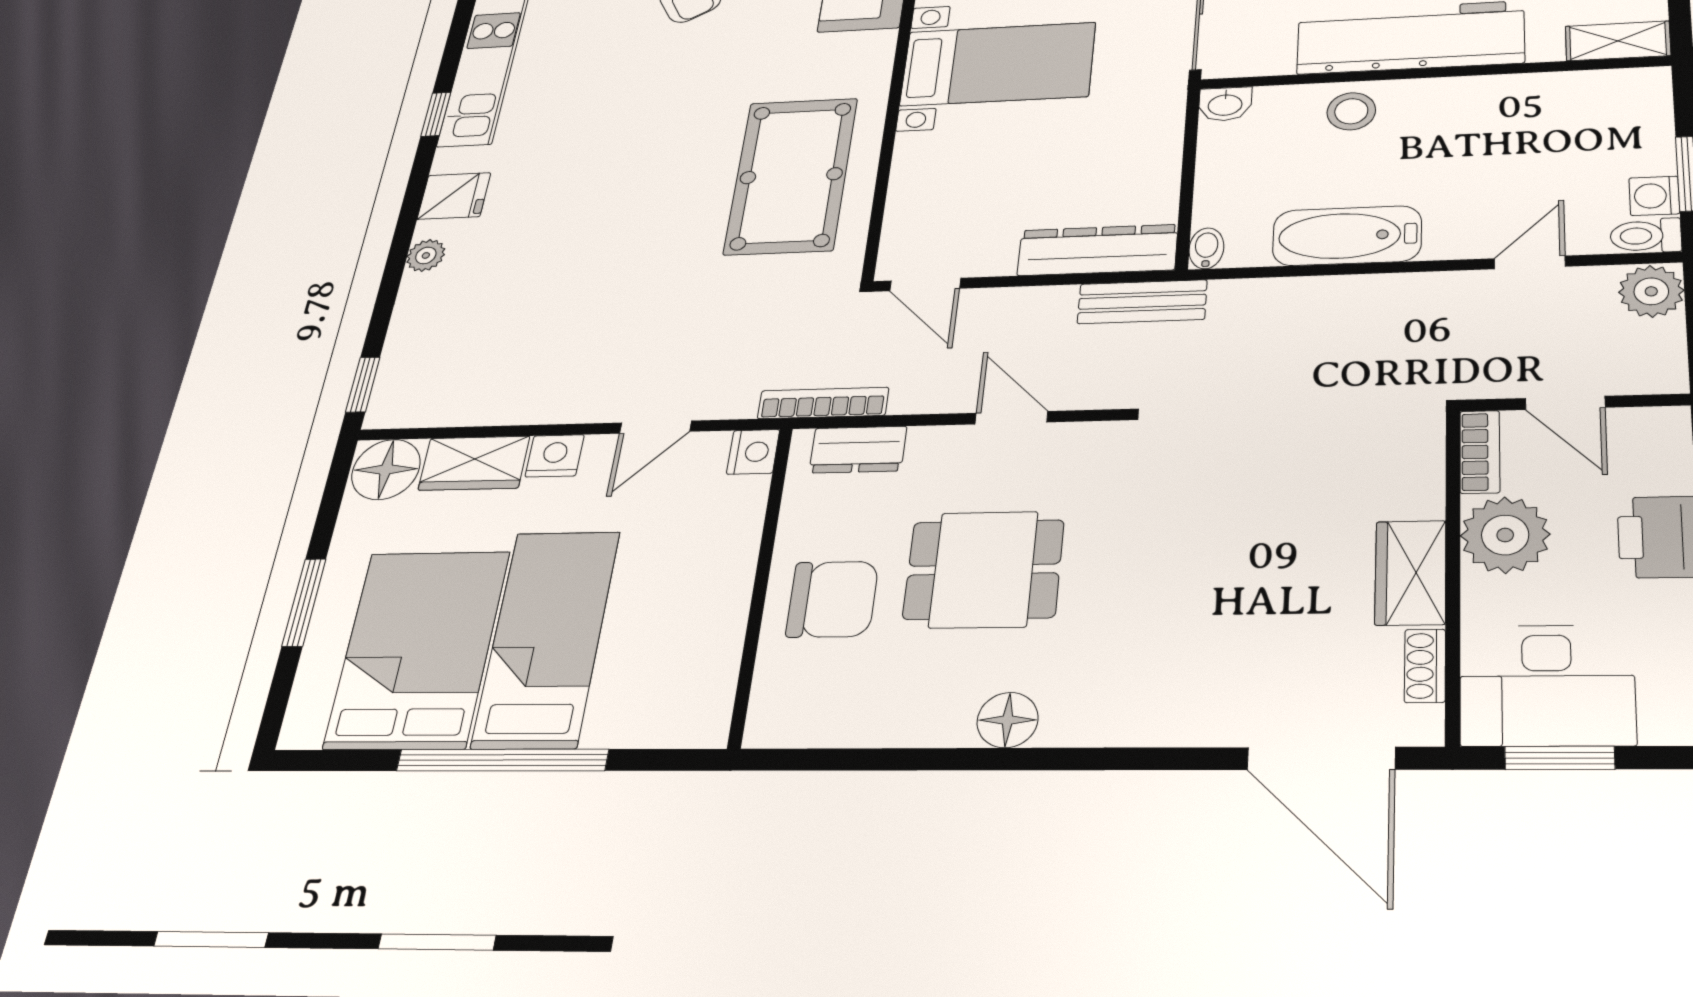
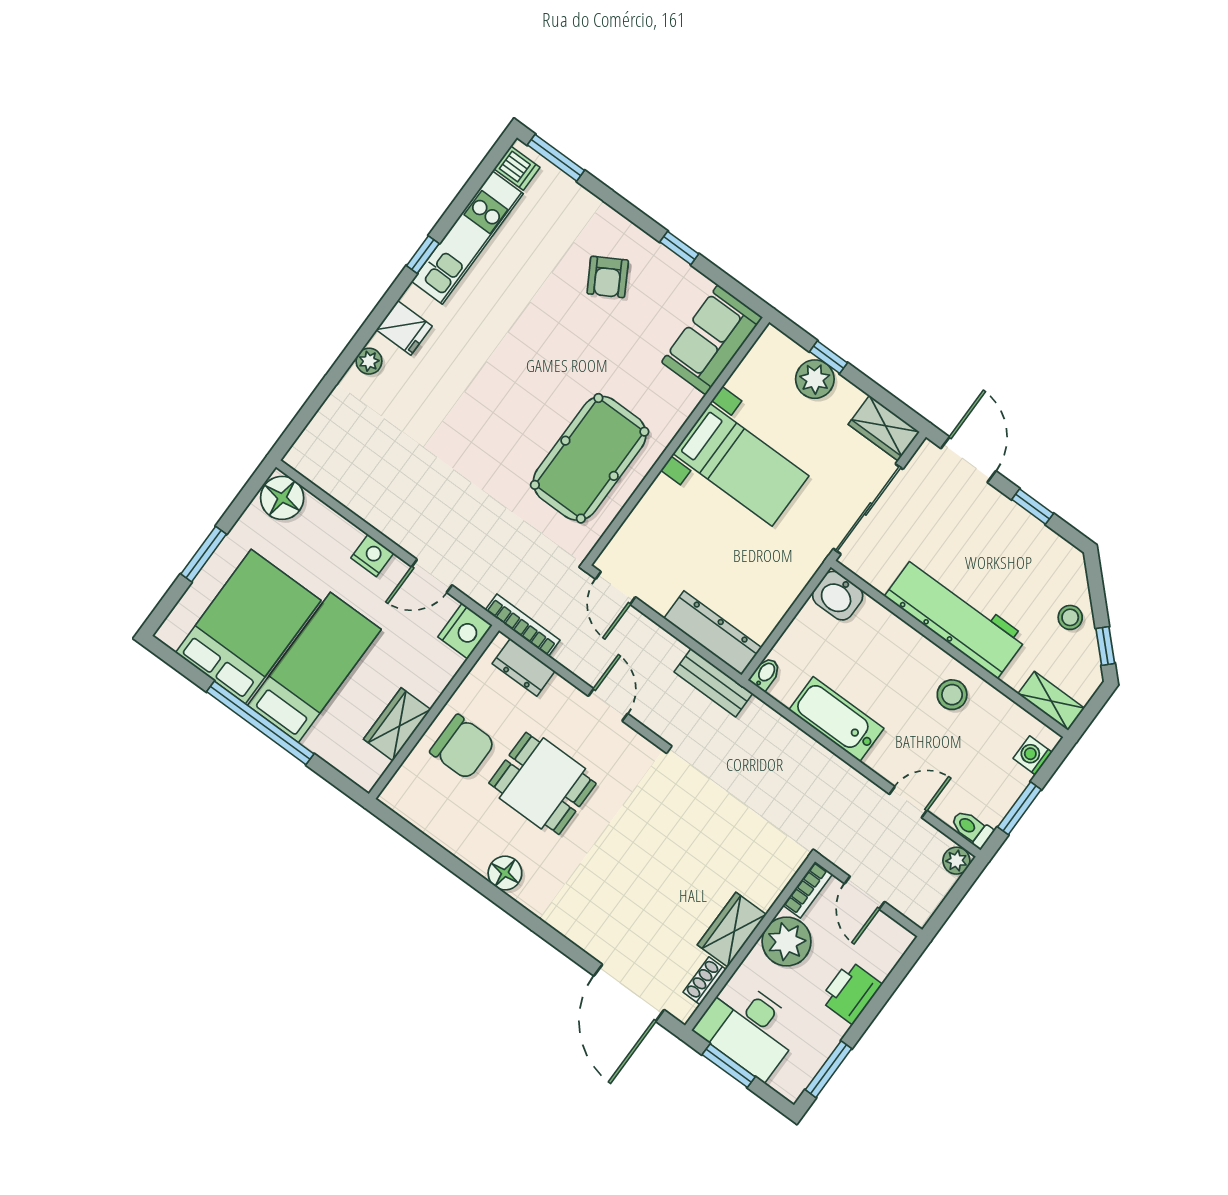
washbasin: (1225, 104) -> (838, 596), width x1.38, depth x1.45
stool: (1351, 111) -> (952, 695), moved
washing machine: (1654, 196) -> (1033, 755), moved
plant: (1651, 291) -> (956, 861), width x0.73, depth x0.73
window: (363, 385) -> (295, 429), removed
nightstand: (753, 452) -> (465, 631), width x1.36, depth x1.33
wardrobe: (474, 463) -> (397, 724), moved, turned 90

